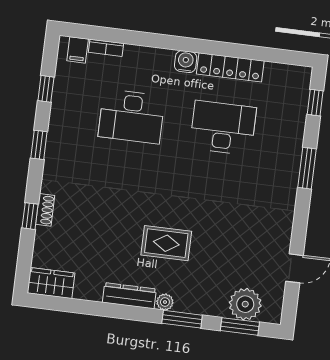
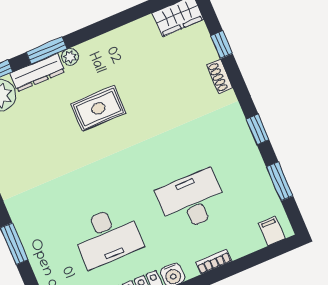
bookcase: (106, 48) -> (214, 262), moved
window: (46, 89) -> (280, 181), width x1.50
window: (30, 216) -> (222, 45), moved
dresser: (129, 296) -> (38, 73), moved

